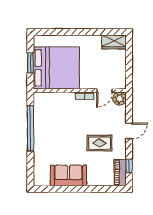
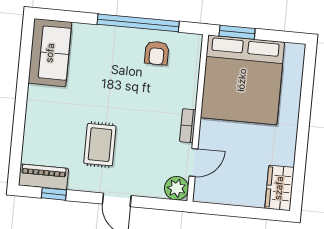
window: (30, 63) -> (237, 32), moved
door: (104, 91) -> (194, 163), swing flipped
armchair: (46, 117) -> (157, 53), added
sofa: (68, 175) -> (50, 53), moved

